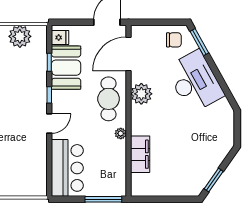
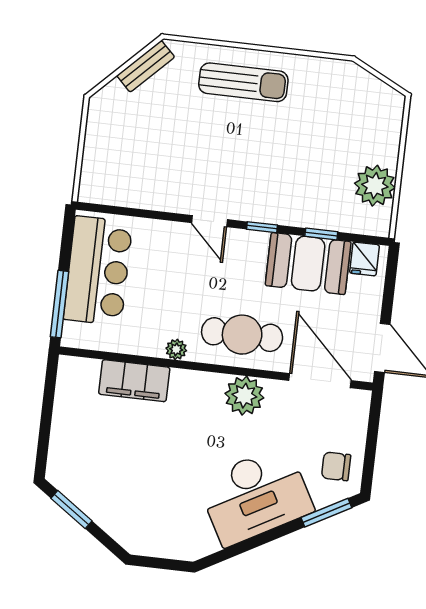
chair: (174, 40) -> (336, 466), turned 90
bar counter: (67, 168) -> (98, 271), moved, turned -90

